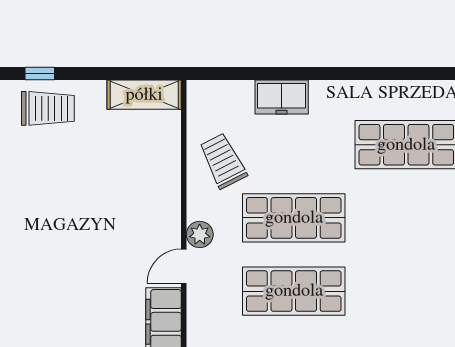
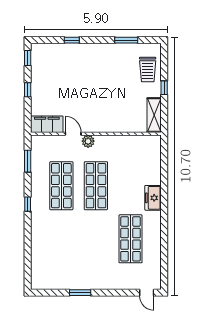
window: (40, 73) -> (164, 88), moved
freezer: (282, 97) -> (153, 198), moved
trolley: (223, 161) -> (123, 152), removed

